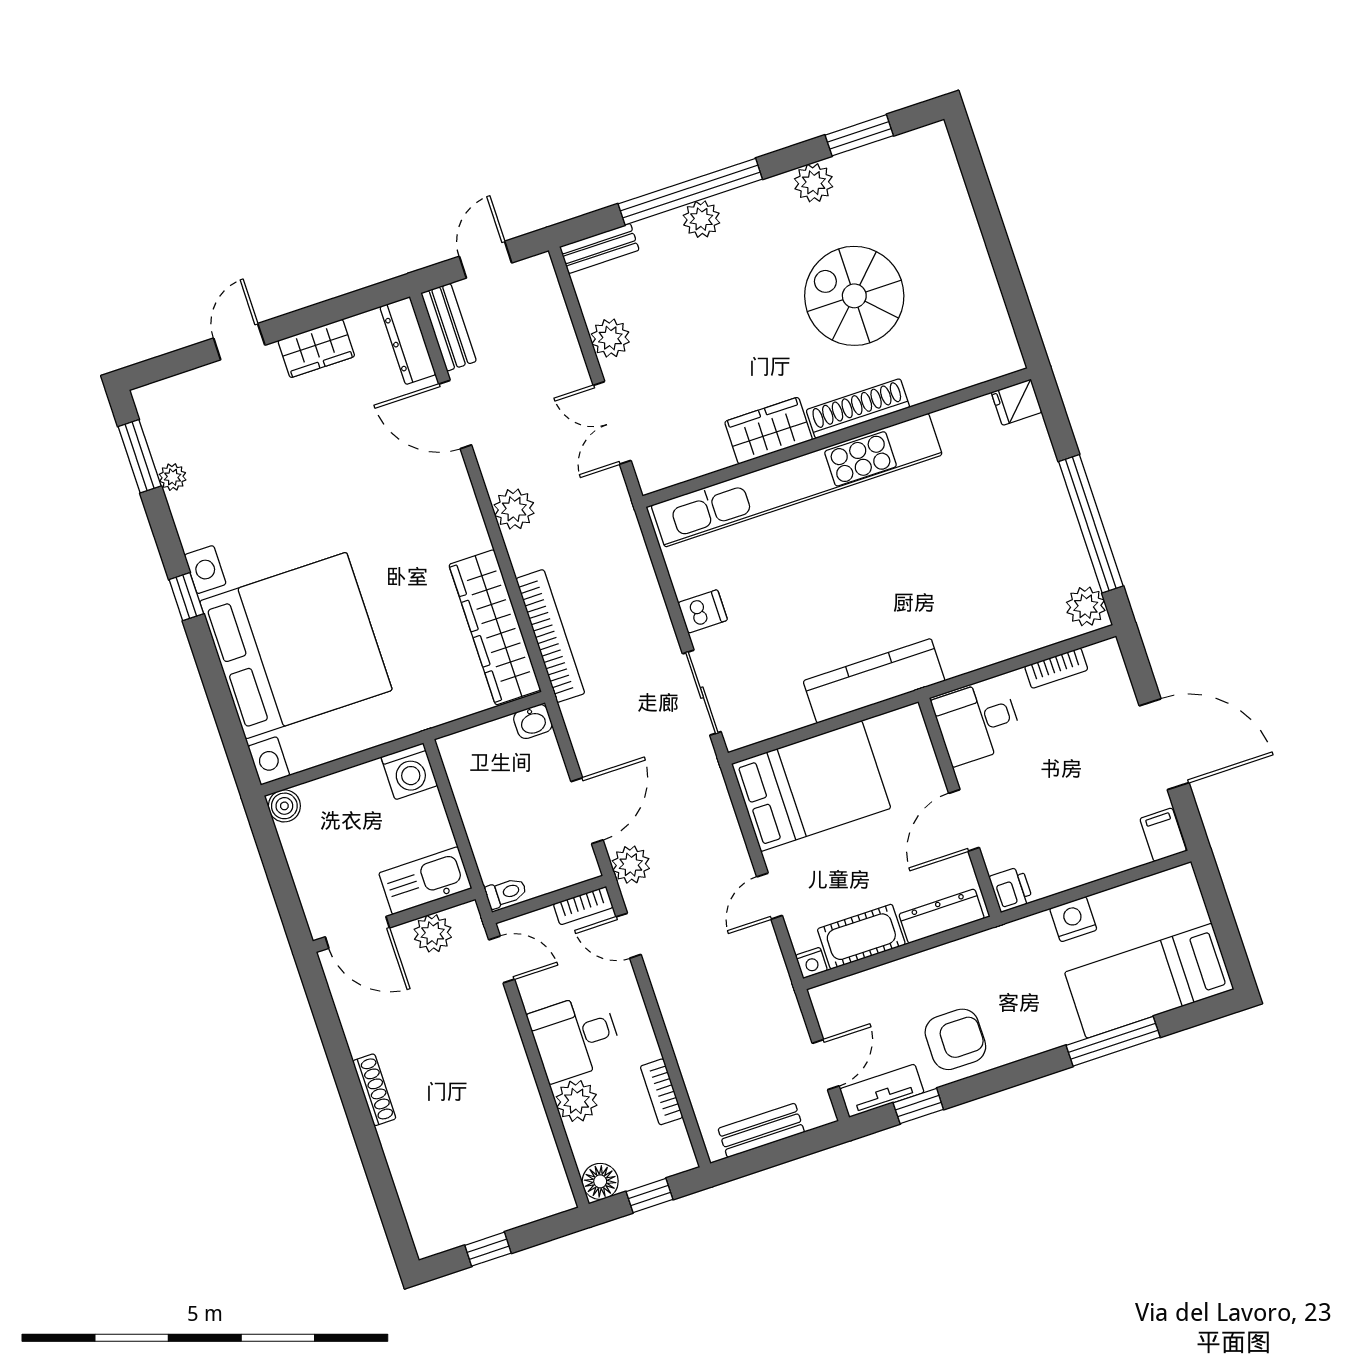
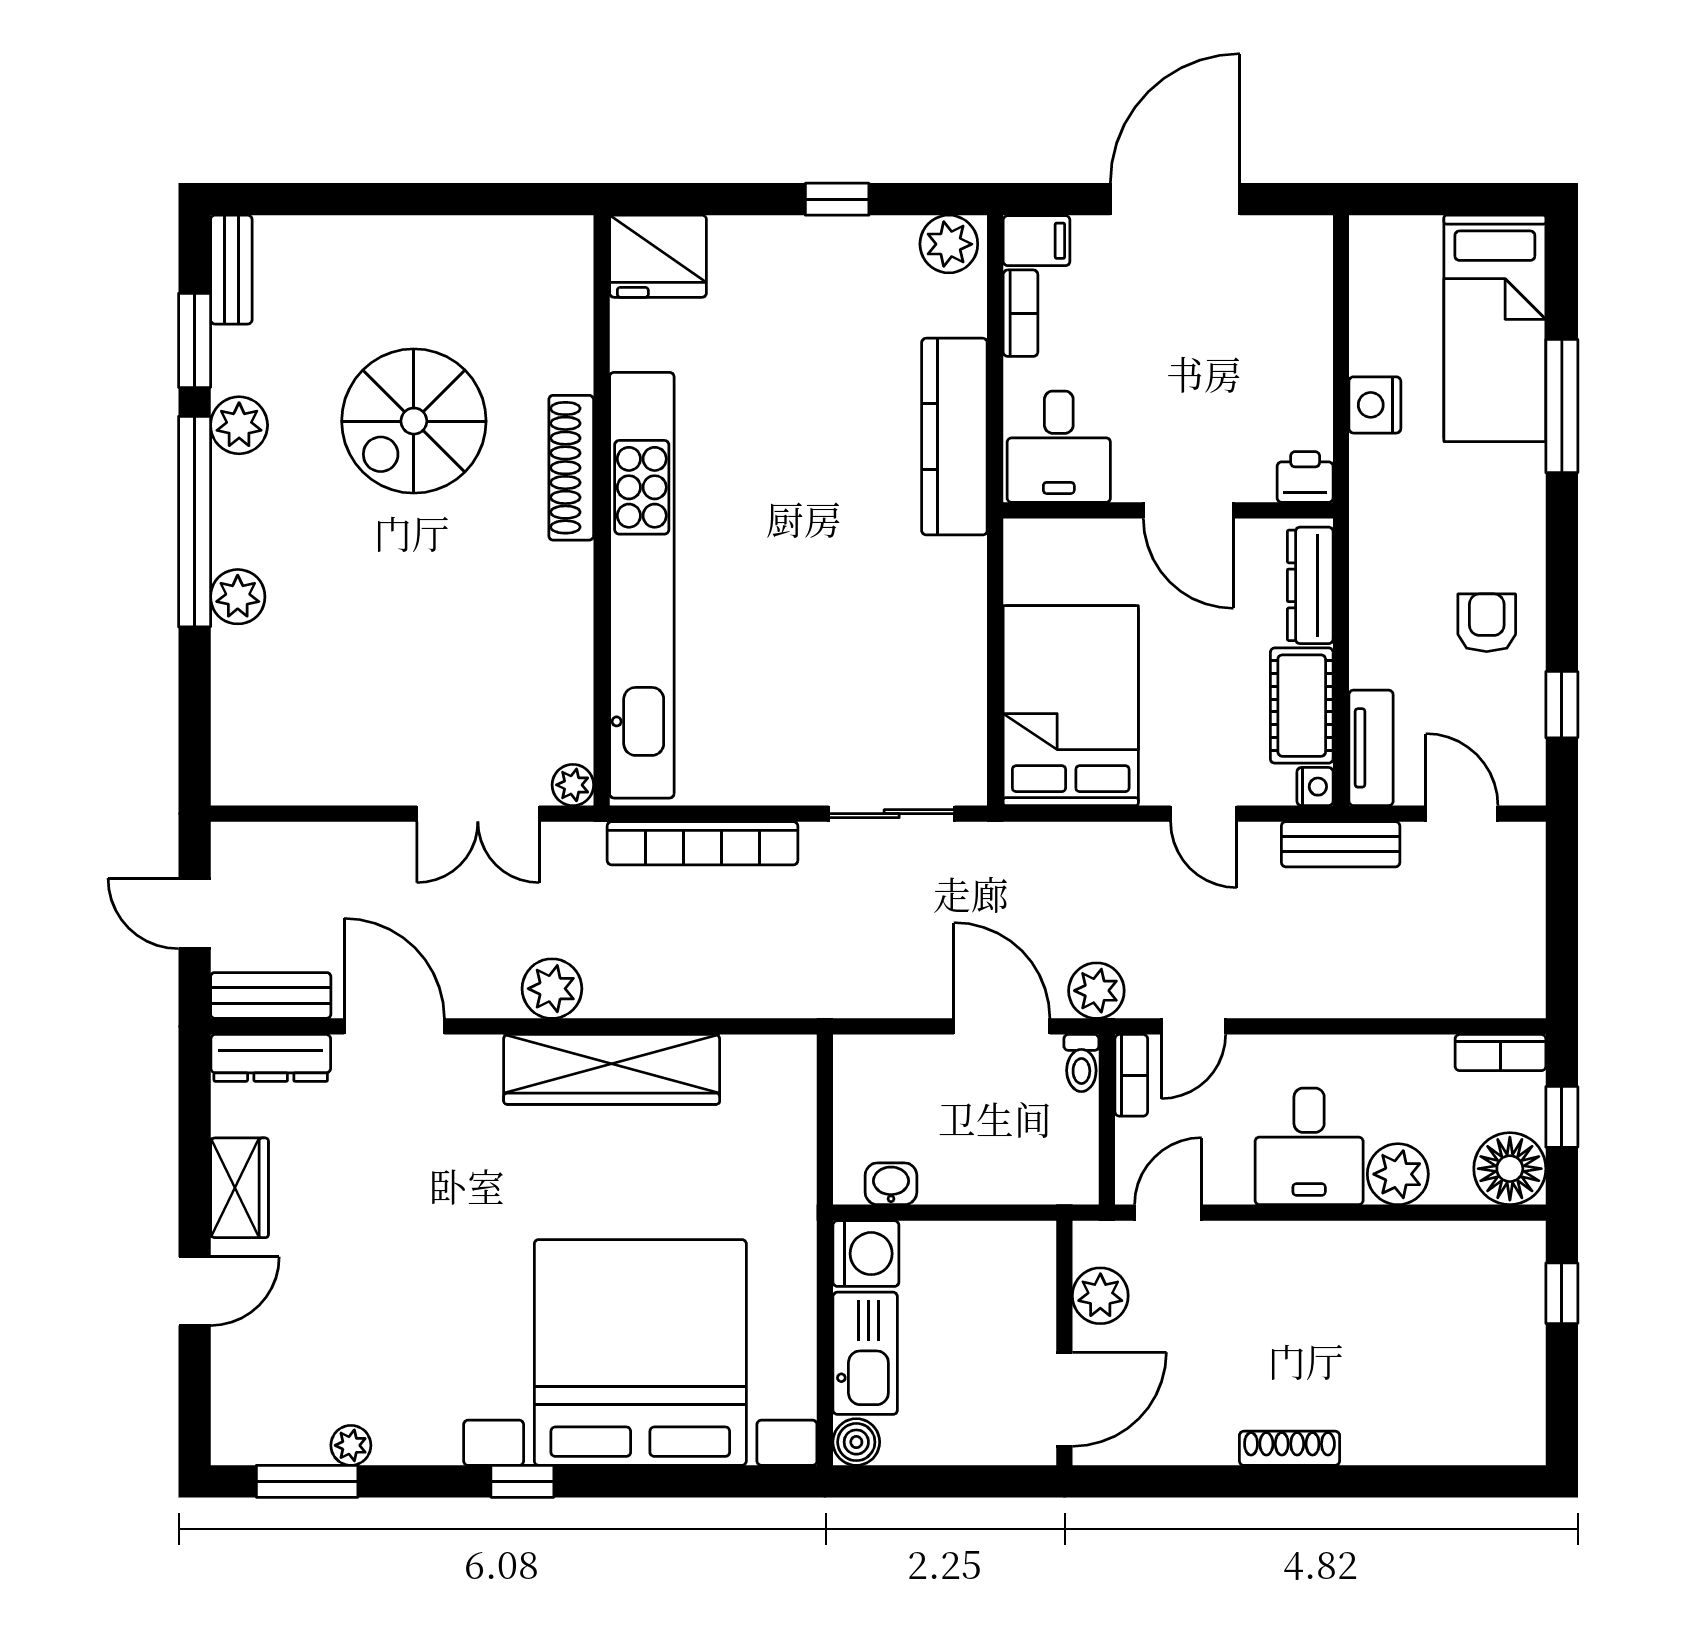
window: (690, 192) -> (195, 522), moved
bench: (599, 248) -> (231, 270), moved
plant: (610, 338) -> (573, 785), moved, width x0.73, depth x0.73
door: (239, 342) -> (195, 1291), swing flipped
fridge: (1017, 402) -> (658, 256), width x1.88, depth x1.34
door: (455, 414) -> (394, 1026), swing flipped
wardrobe: (769, 431) -> (561, 601), removed
window: (1091, 524) -> (837, 199), width x0.32
dishwasher: (703, 611) -> (780, 775), removed
wardrobe: (495, 627) -> (612, 1069), moved
bookcase: (550, 636) -> (703, 843), moved, turned 180
kitchen counter: (874, 681) -> (954, 437), moved
washbasin: (533, 722) -> (891, 1184), moved, turned -90
filing cabinet: (1163, 835) -> (1037, 241), moved, turned 180
kitchen sink: (425, 881) -> (865, 1353), moved, turned 180
toilet: (506, 893) -> (1081, 1063), moved, turned 180
armchair: (955, 1039) -> (1487, 623), width x0.72, depth x0.72
tv unit: (882, 1091) -> (1371, 748), moved, turned 180
bookcase: (662, 1092) -> (1501, 1053), moved
bench: (761, 1130) -> (1341, 844), moved, turned 90
floor lamp: (600, 1181) -> (1510, 1169), width x1.38, depth x1.38
window: (488, 1249) -> (1562, 1293), moved

